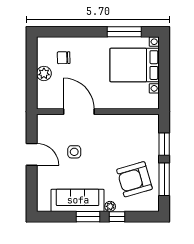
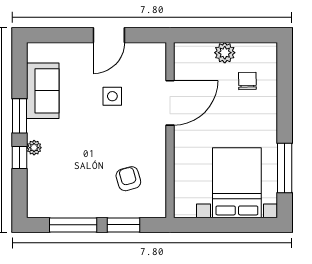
armchair: (134, 179) -> (128, 179), moved, width x0.53, depth x0.53
sofa: (78, 200) -> (43, 91), width x0.73

